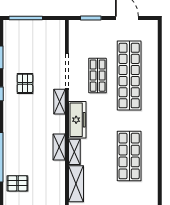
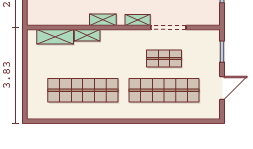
freezer: (77, 120) -> (120, 38), removed
shelving: (59, 147) -> (103, 20), moved
shop shelf: (129, 156) -> (83, 90), width x1.40

